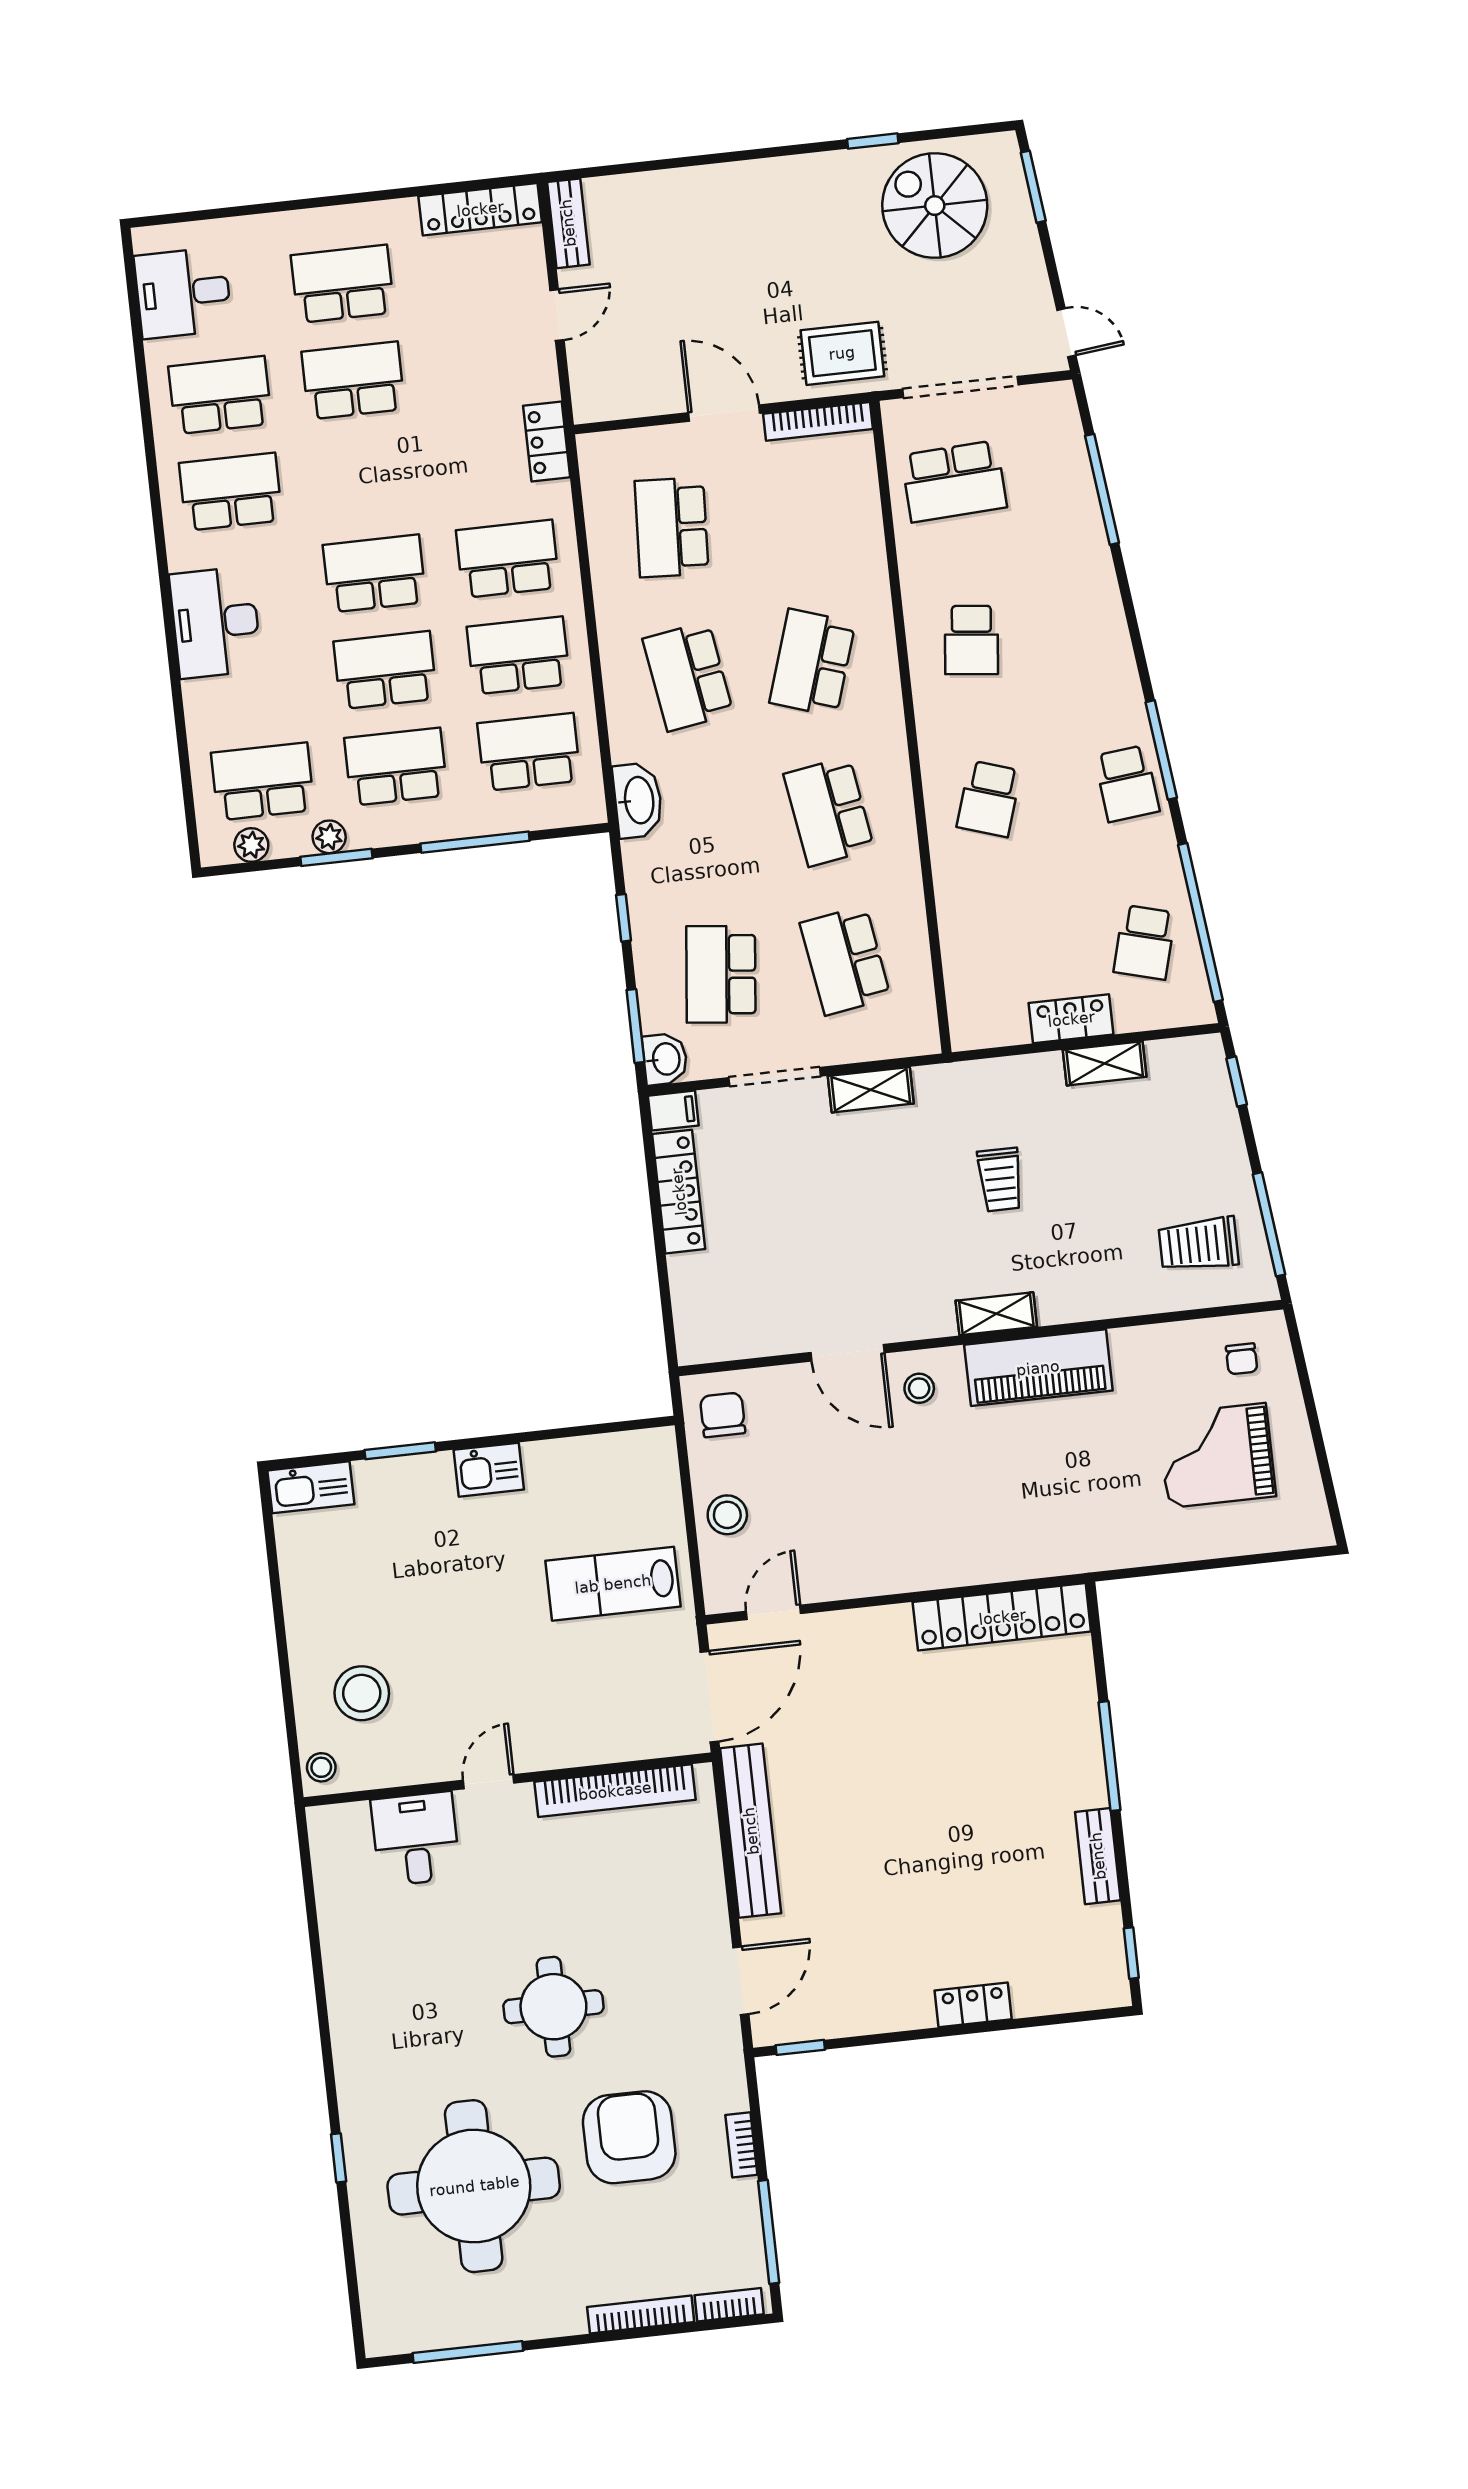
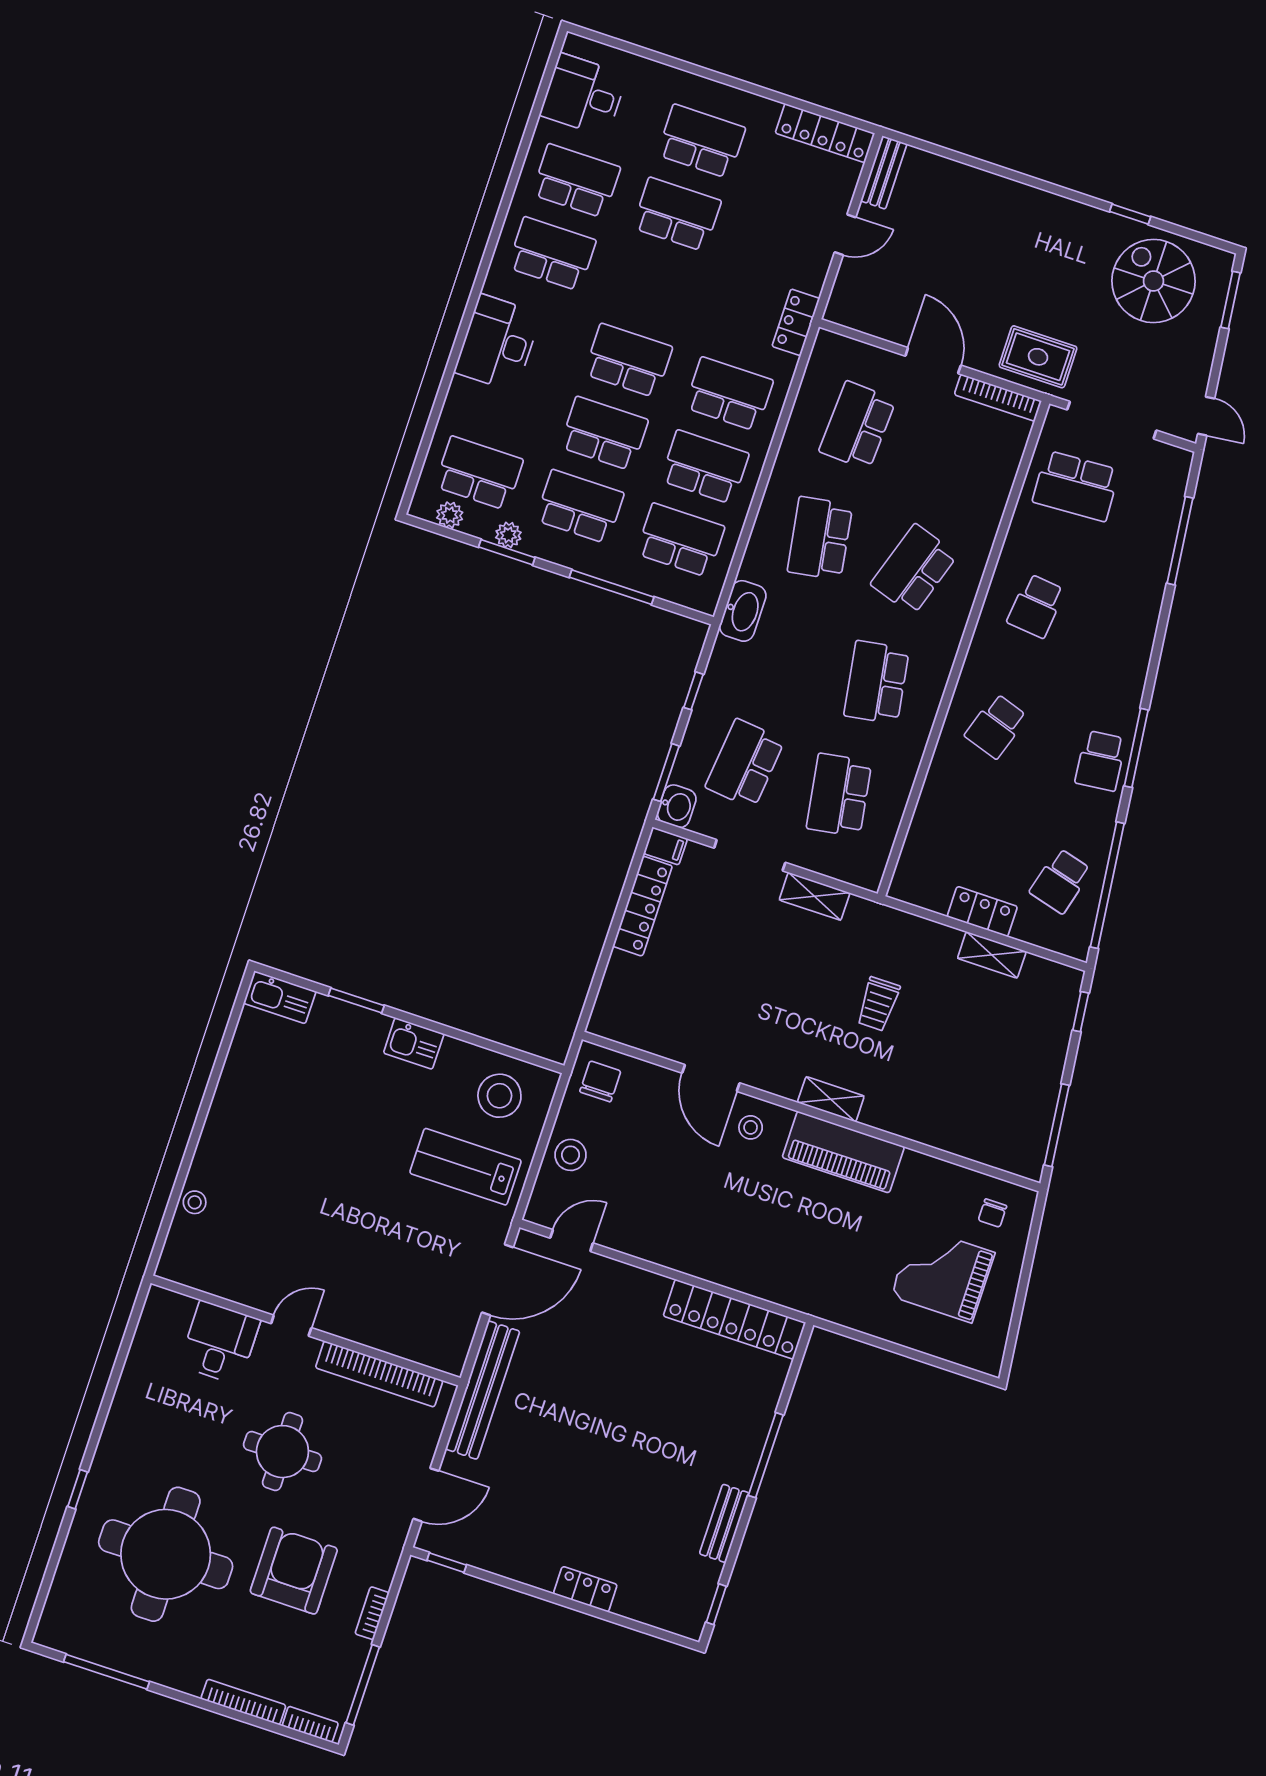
trolley: (1199, 1244) -> (999, 1116), removed
stool: (362, 1693) -> (499, 1096), moved
wall: (508, 1780) -> (306, 1330), moved
door: (489, 1782) -> (291, 1326), moved
bookcase: (615, 1791) -> (379, 1374), moved
desk: (416, 1839) -> (220, 1343), moved

